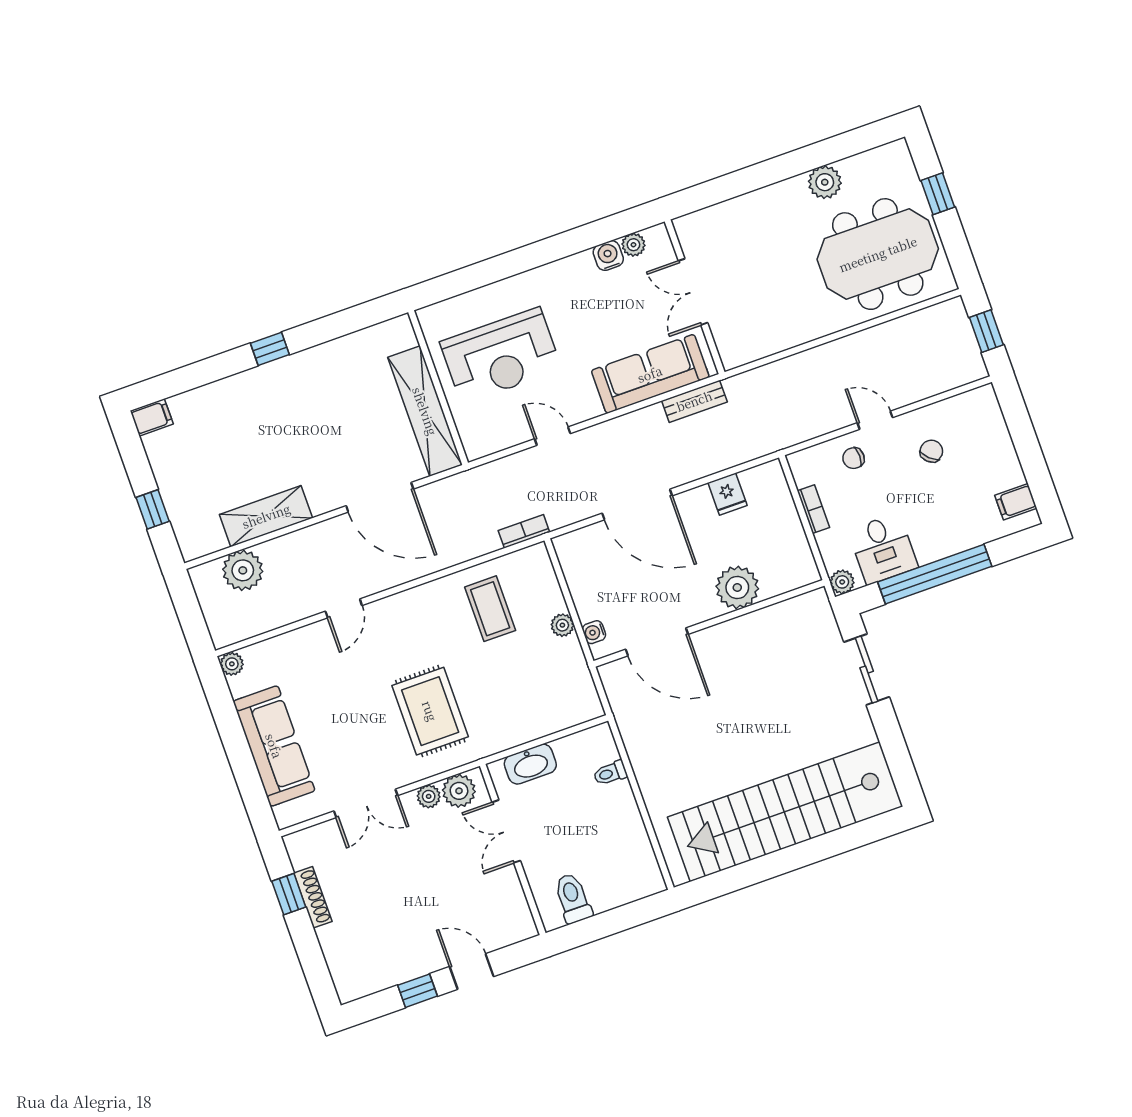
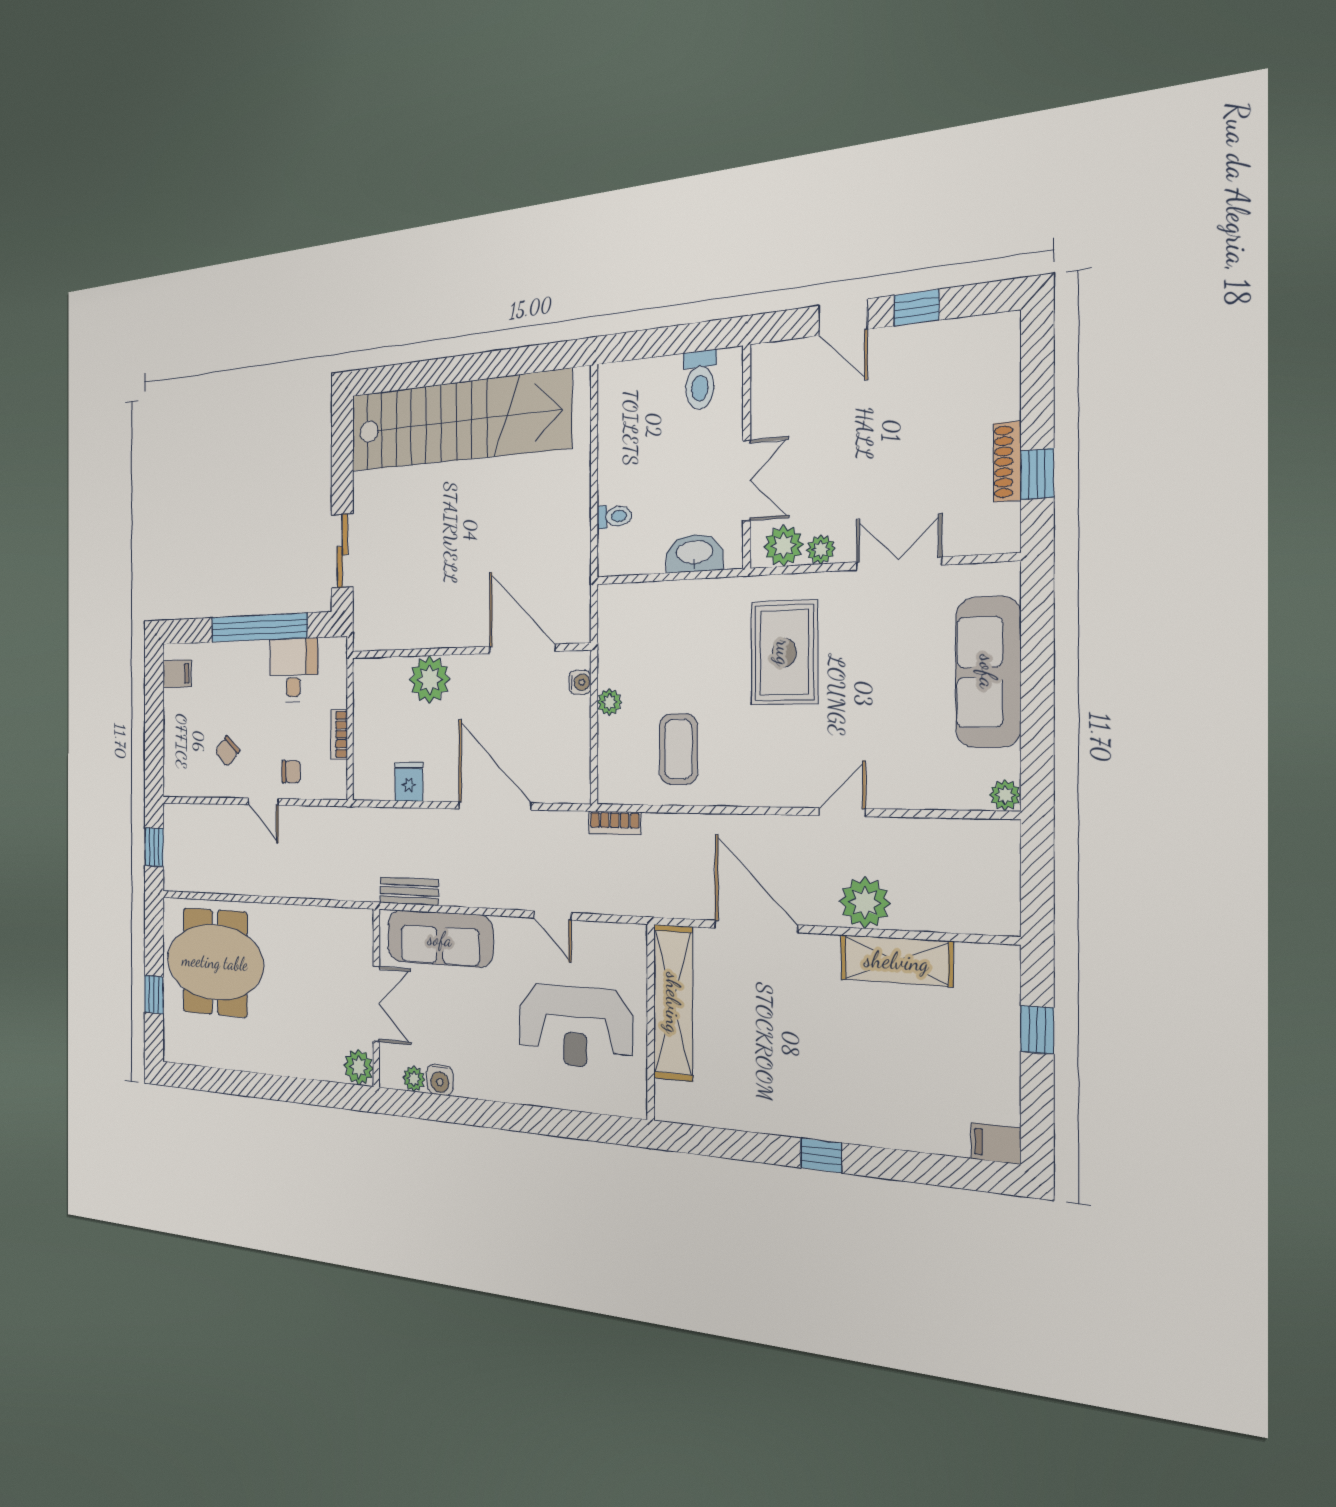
plant: (825, 182) -> (359, 1067), moved
reception desk: (501, 356) -> (575, 1026), turned 180
plant: (243, 570) -> (865, 903), moved
plant: (842, 582) -> (337, 650), removed

